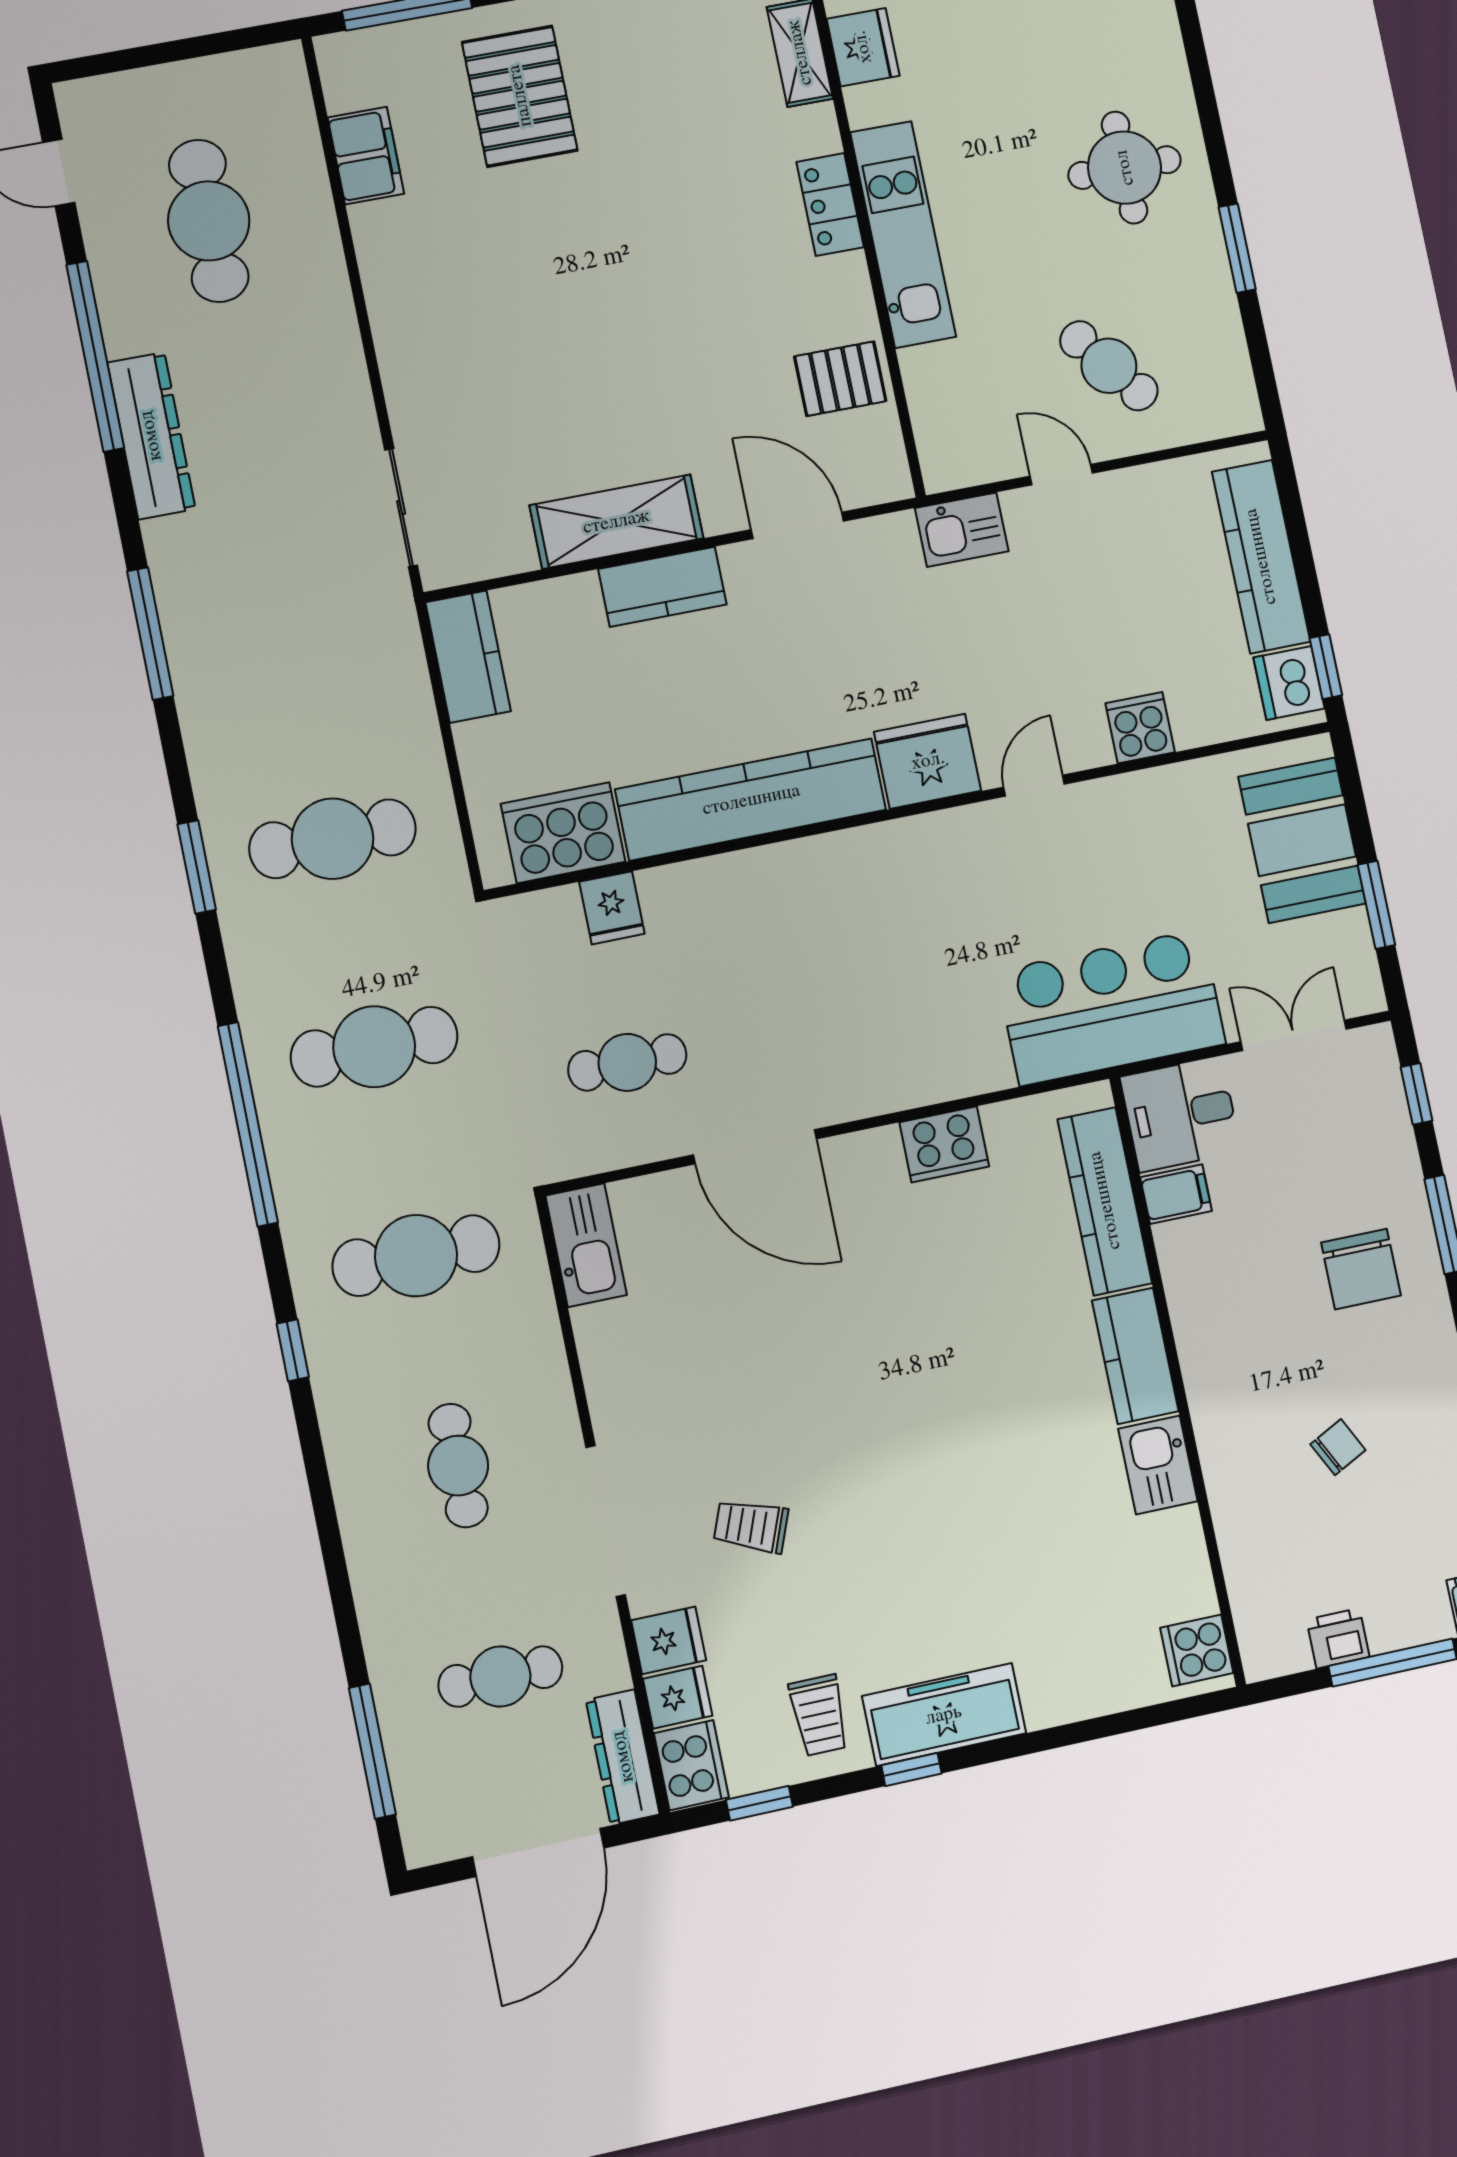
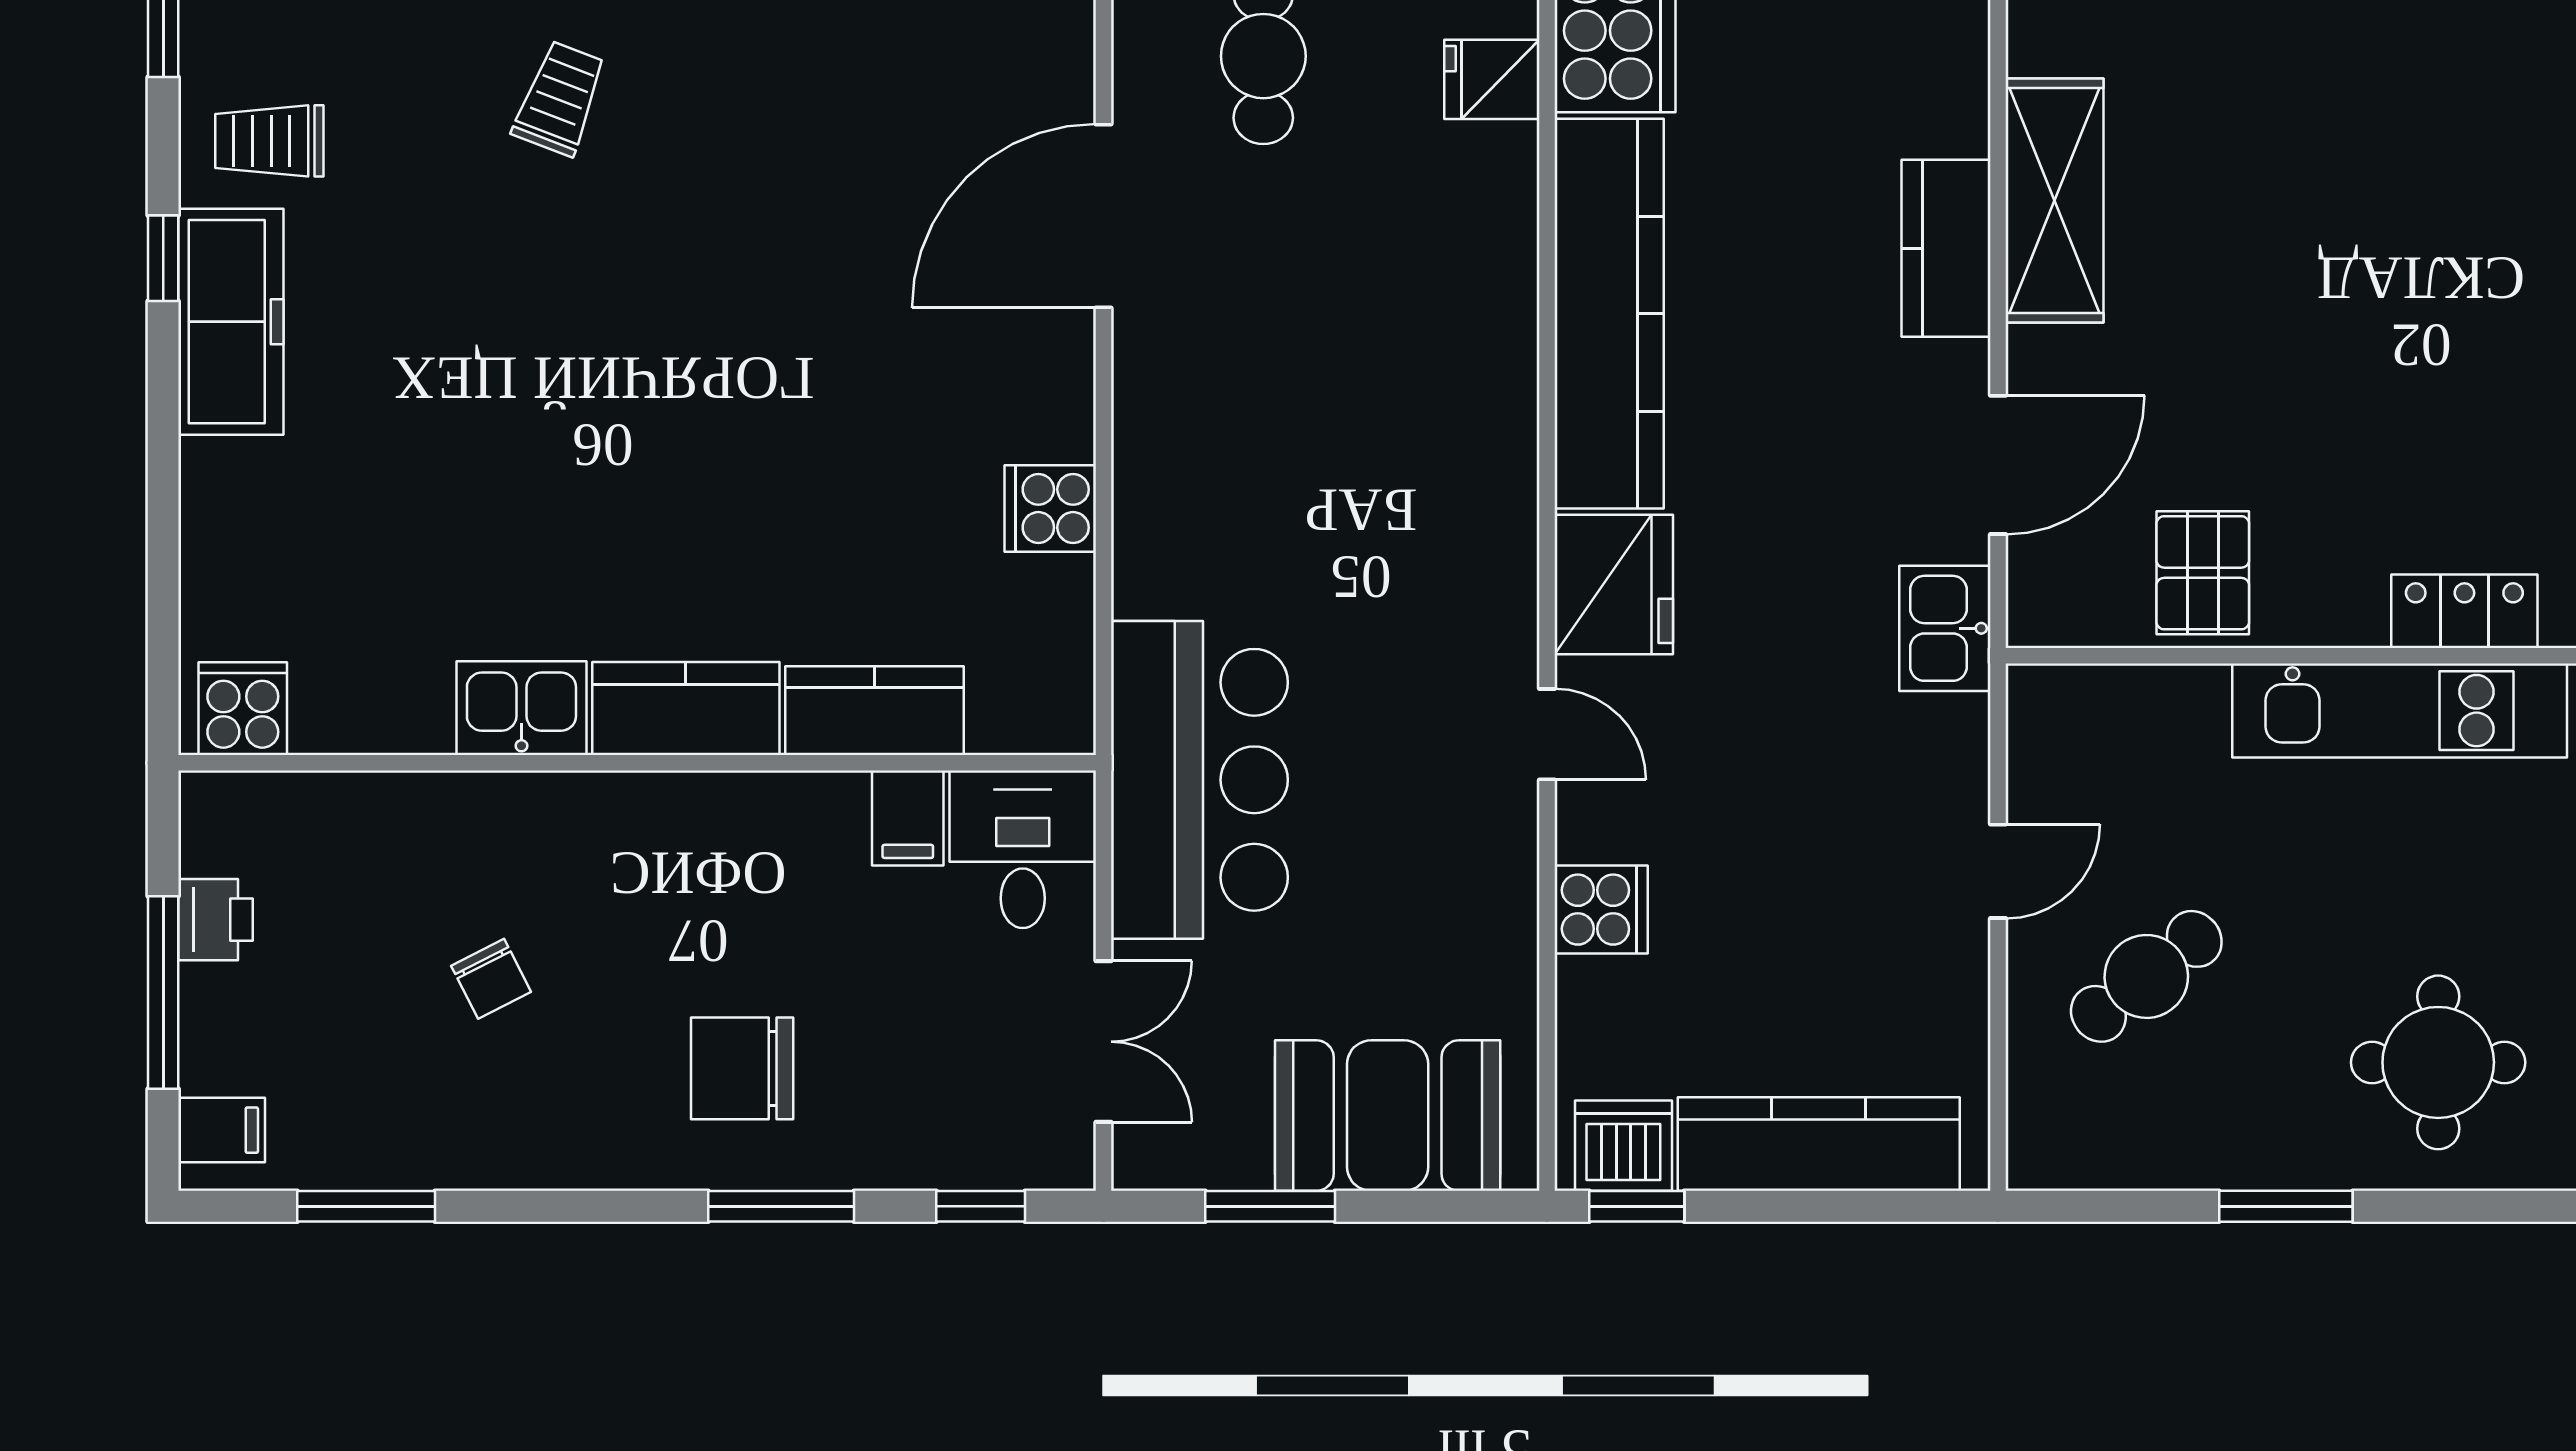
kitchen sink: (962, 530) -> (1945, 628), moved
cooker: (944, 1144) -> (1050, 508), width x0.73
kitchen counter: (1105, 1201) -> (875, 711), width x0.67

